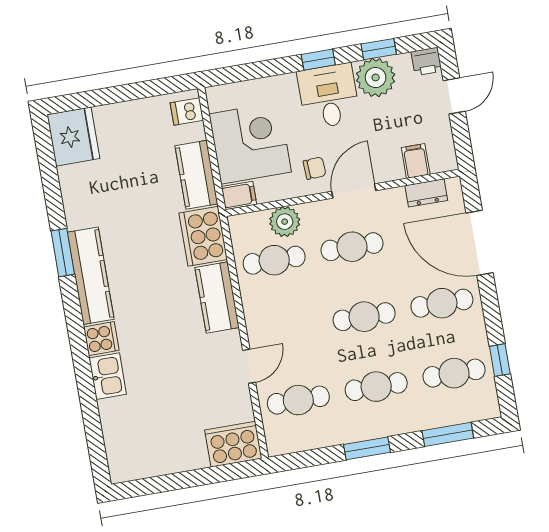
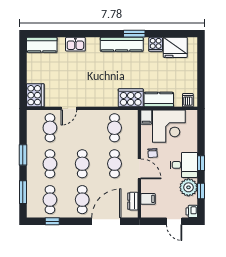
fridge: (73, 137) -> (175, 47), moved
plant: (285, 222) -> (131, 135), removed
kitchen counter: (217, 297) -> (42, 45), moved, turned 180
cooker: (101, 339) -> (156, 44), moved
door: (249, 366) -> (69, 108), hinge flipped

